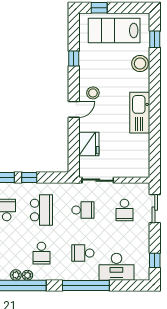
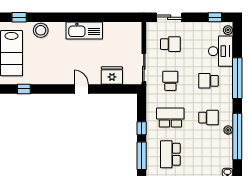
window: (74, 58) -> (24, 89), moved
stool: (93, 93) -> (67, 72), removed
school desk: (83, 253) -> (208, 81), turned 90
plant: (16, 275) -> (228, 30), moved

